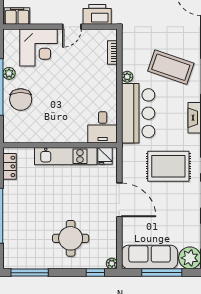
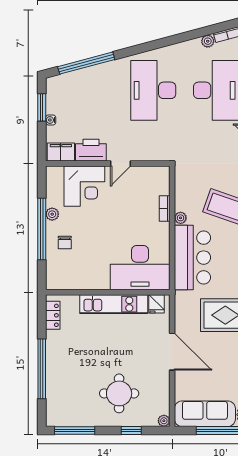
printer: (97, 14) -> (91, 150), moved
bookcase: (112, 53) -> (165, 208), moved
chair: (21, 99) -> (65, 243), width x0.54, depth x0.54
desk: (103, 127) -> (140, 268), width x1.87, depth x1.30
window: (95, 273) -> (131, 431), moved

